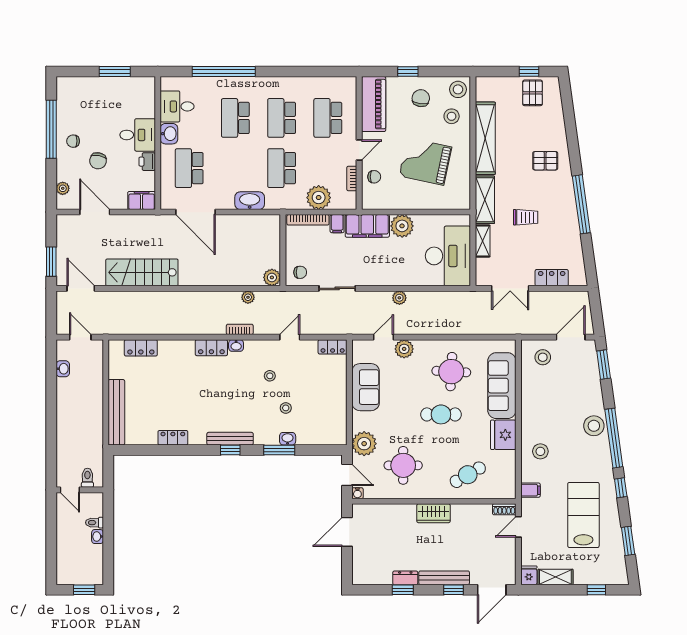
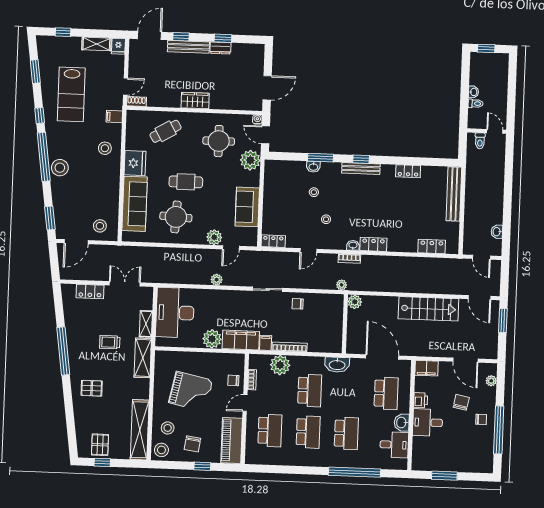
shelving: (485, 138) -> (140, 430), moved
wall: (283, 250) -> (345, 324), moved
plant: (272, 277) -> (355, 302), moved

